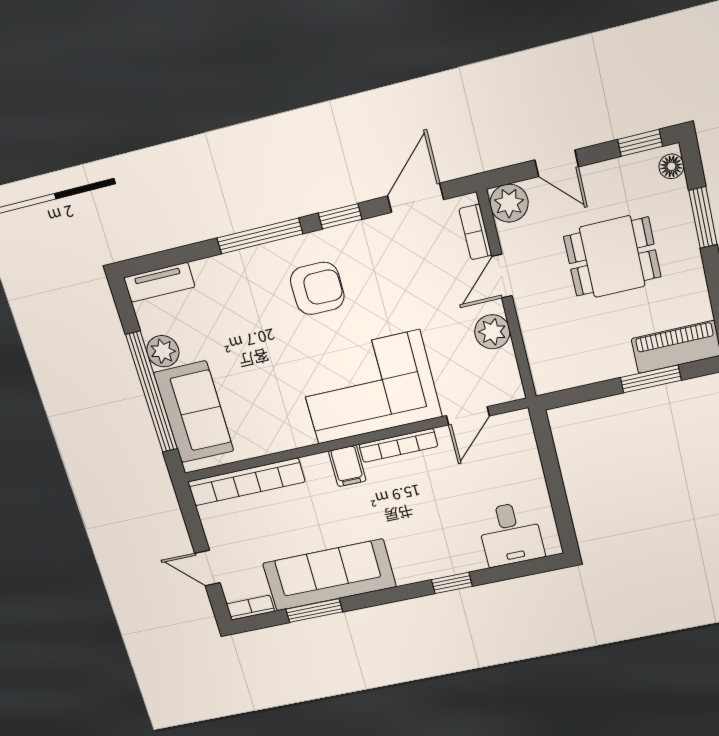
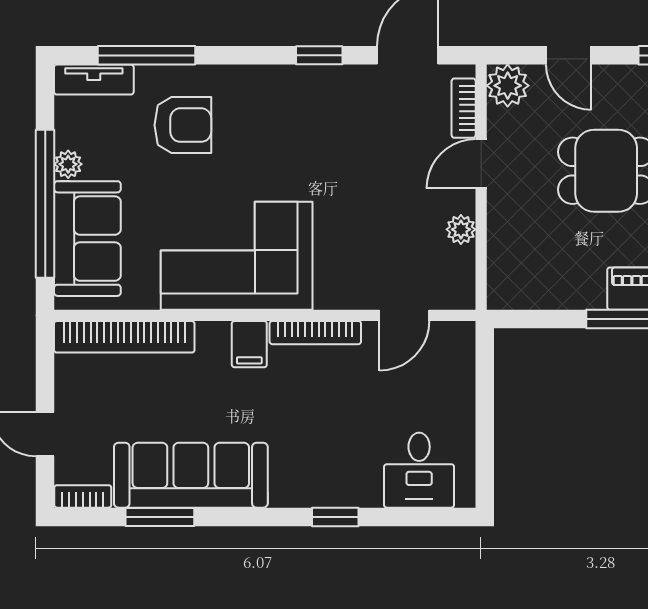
window: (260, 236) -> (146, 55), moved
armchair: (317, 288) -> (183, 125), moved
plant: (492, 332) -> (461, 229), width x0.73, depth x0.73
plant: (163, 351) -> (68, 164), width x0.73, depth x0.73
corner sofa: (368, 387) -> (237, 256), moved

